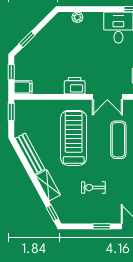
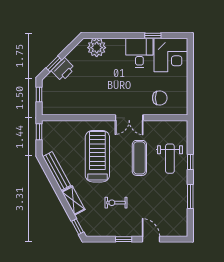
plant: (77, 17) -> (97, 48), width x1.88, depth x1.88
printer: (75, 86) -> (63, 69), moved, turned 135
filing cabinet: (23, 87) -> (50, 109), removed

